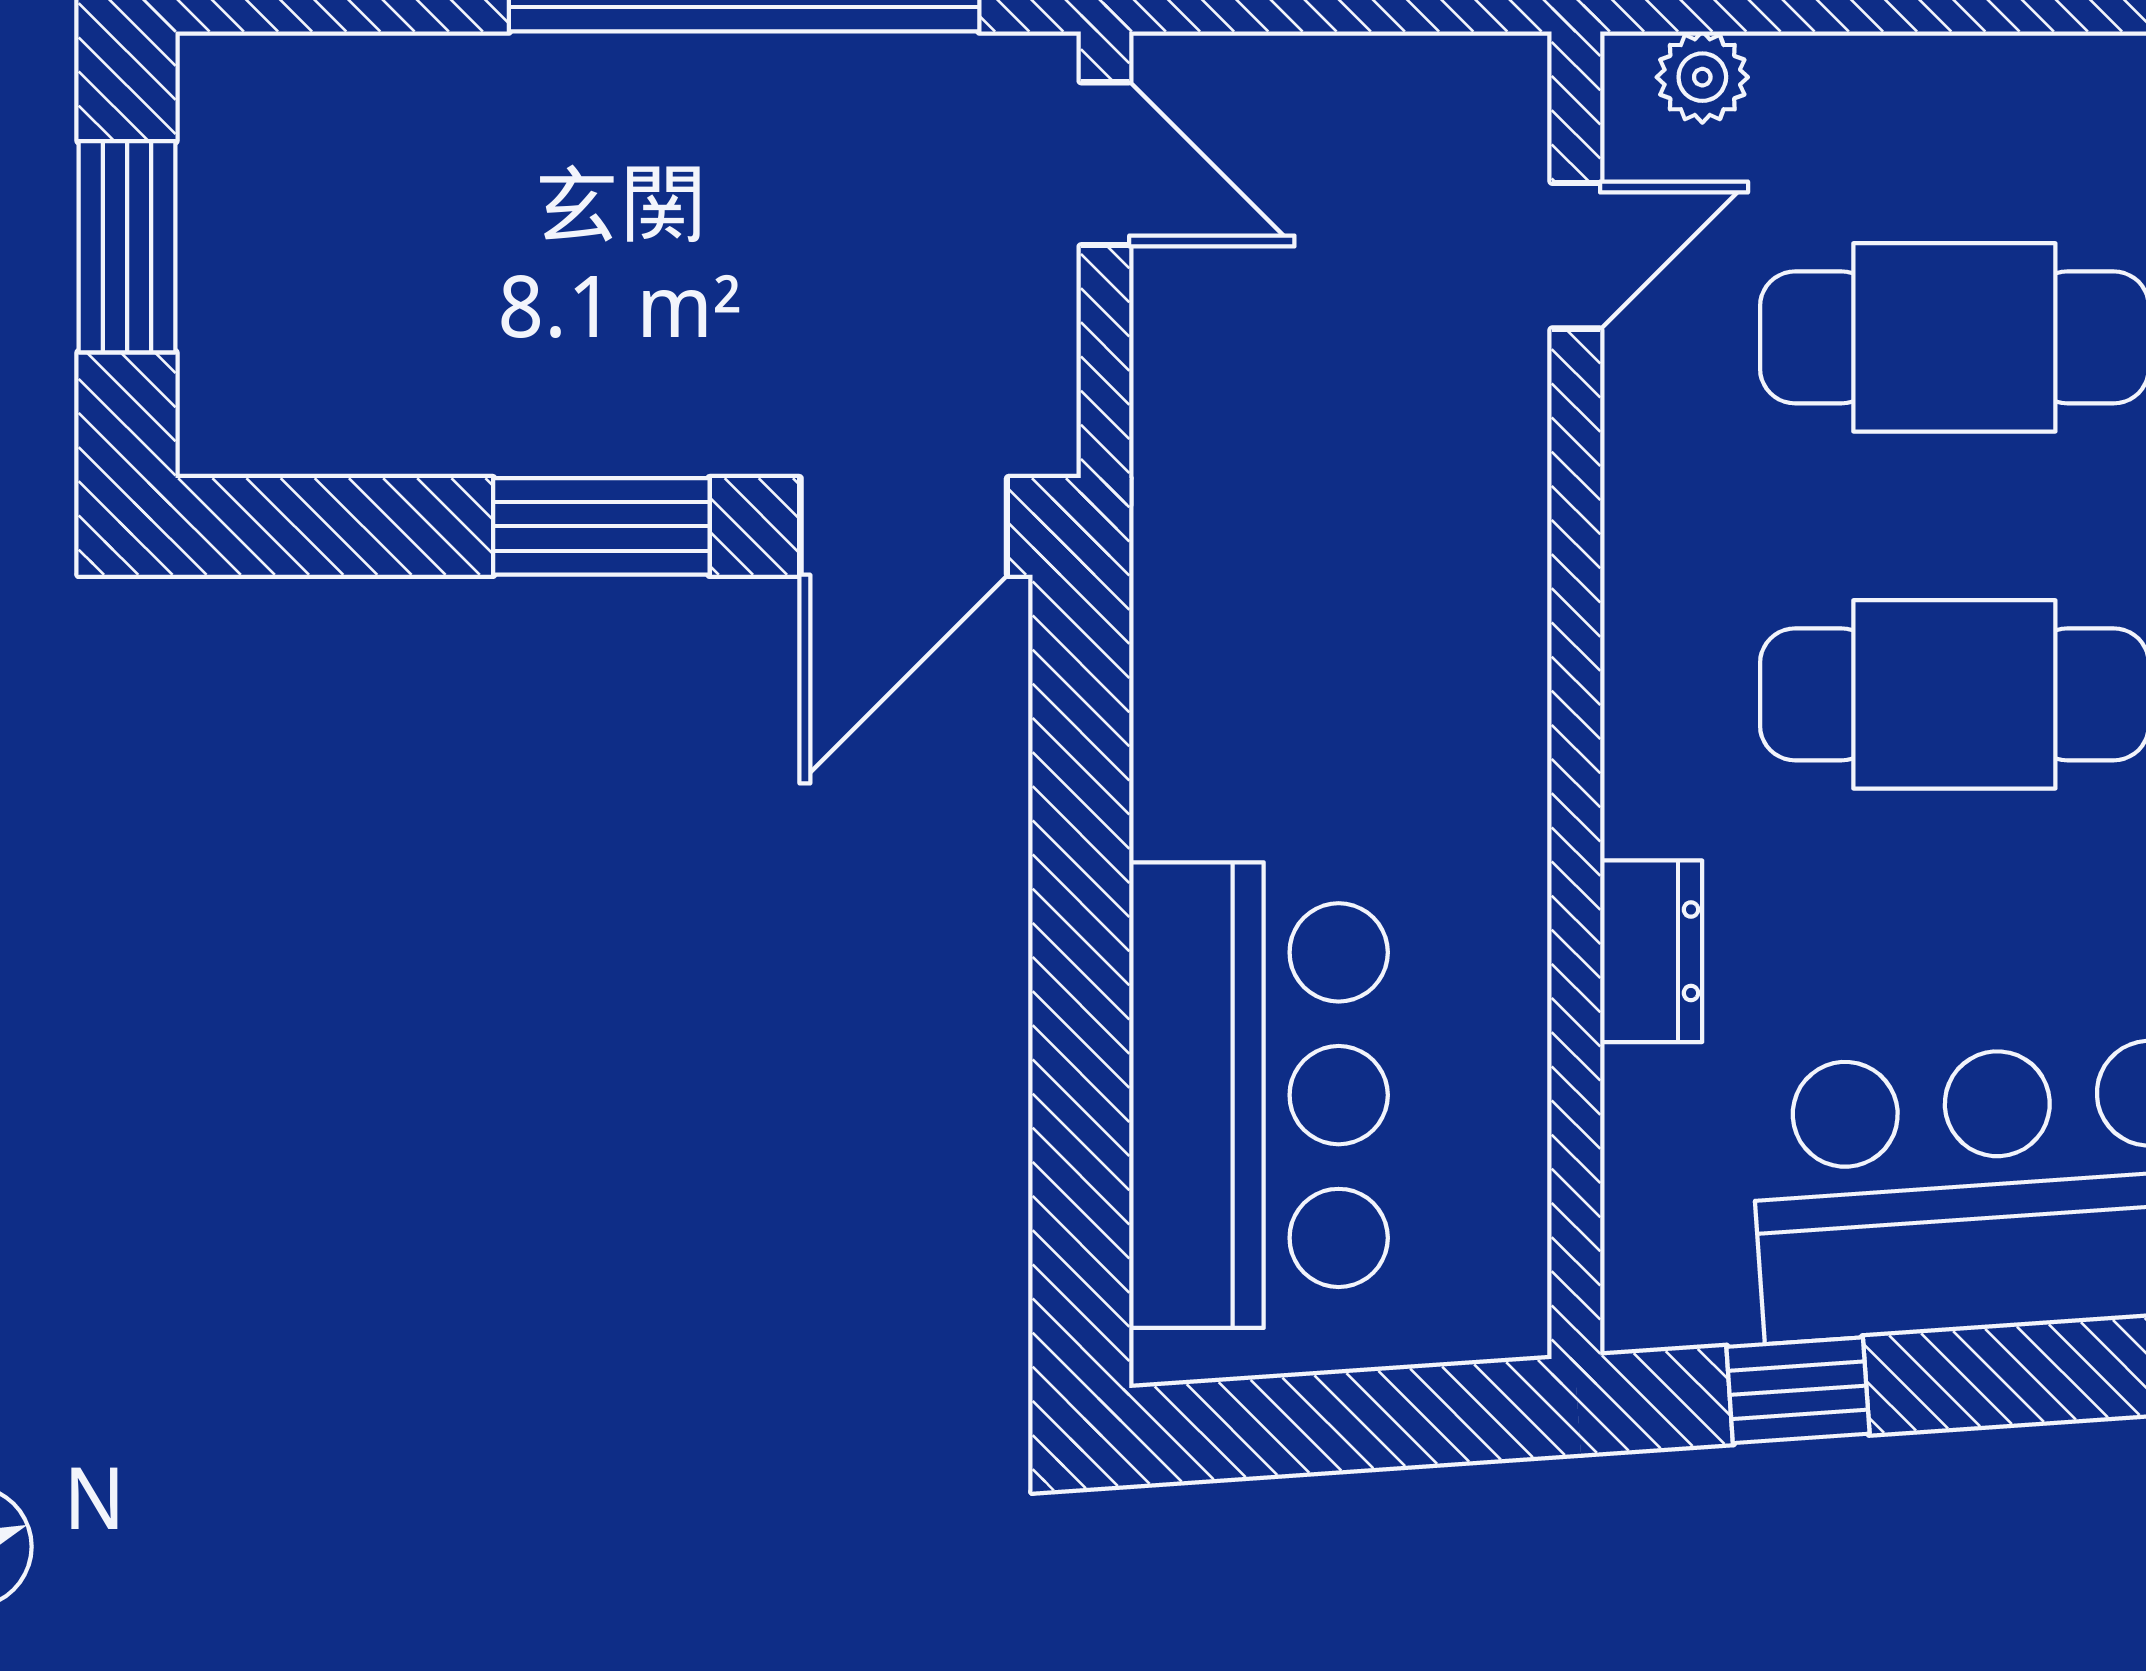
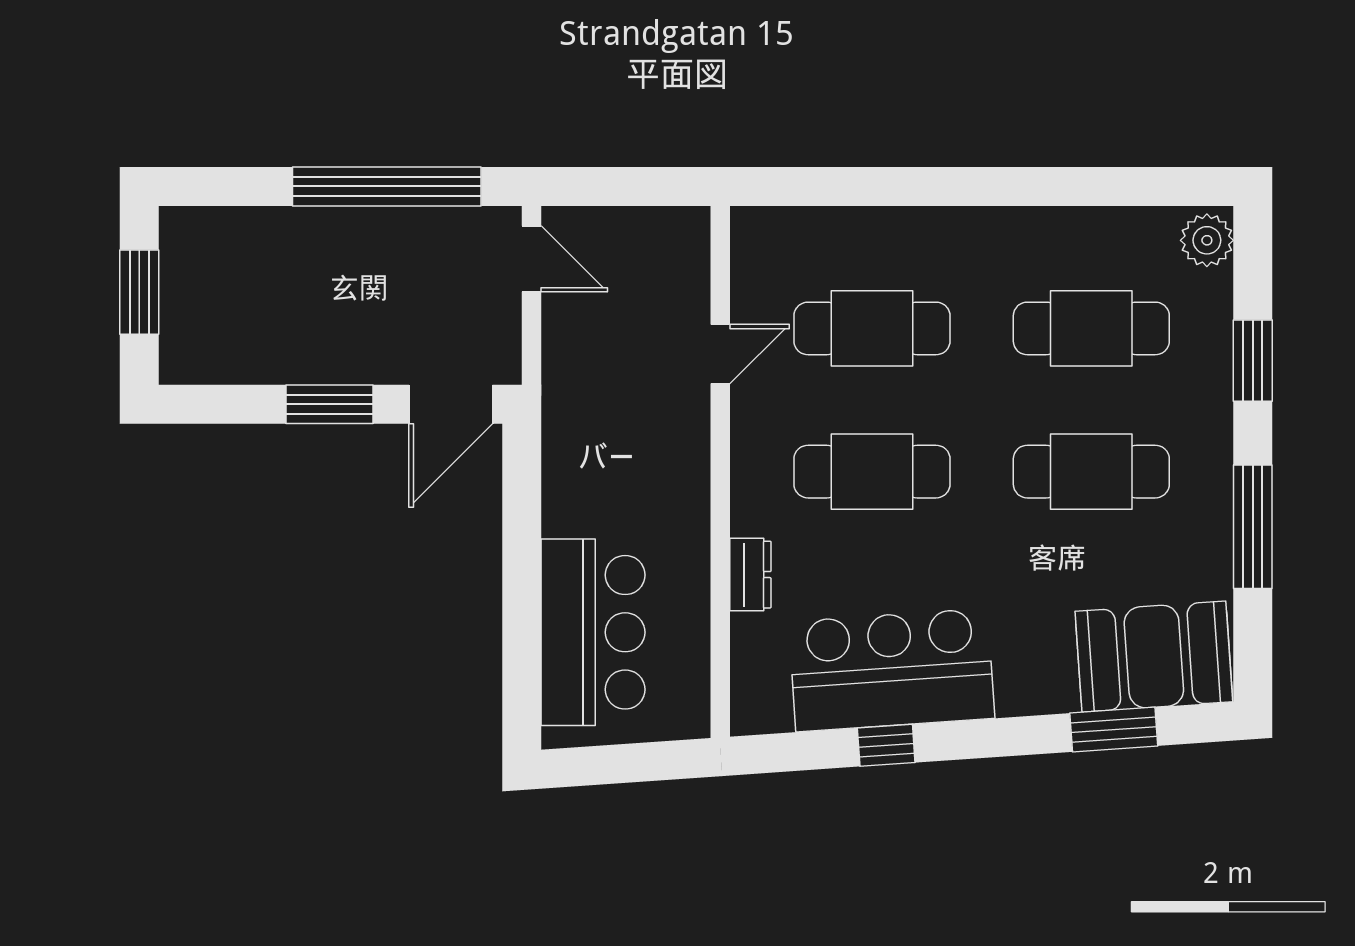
plant: (1702, 77) -> (771, 224), removed
door: (1576, 256) -> (720, 354), moved
window: (1798, 1390) -> (886, 745), moved

